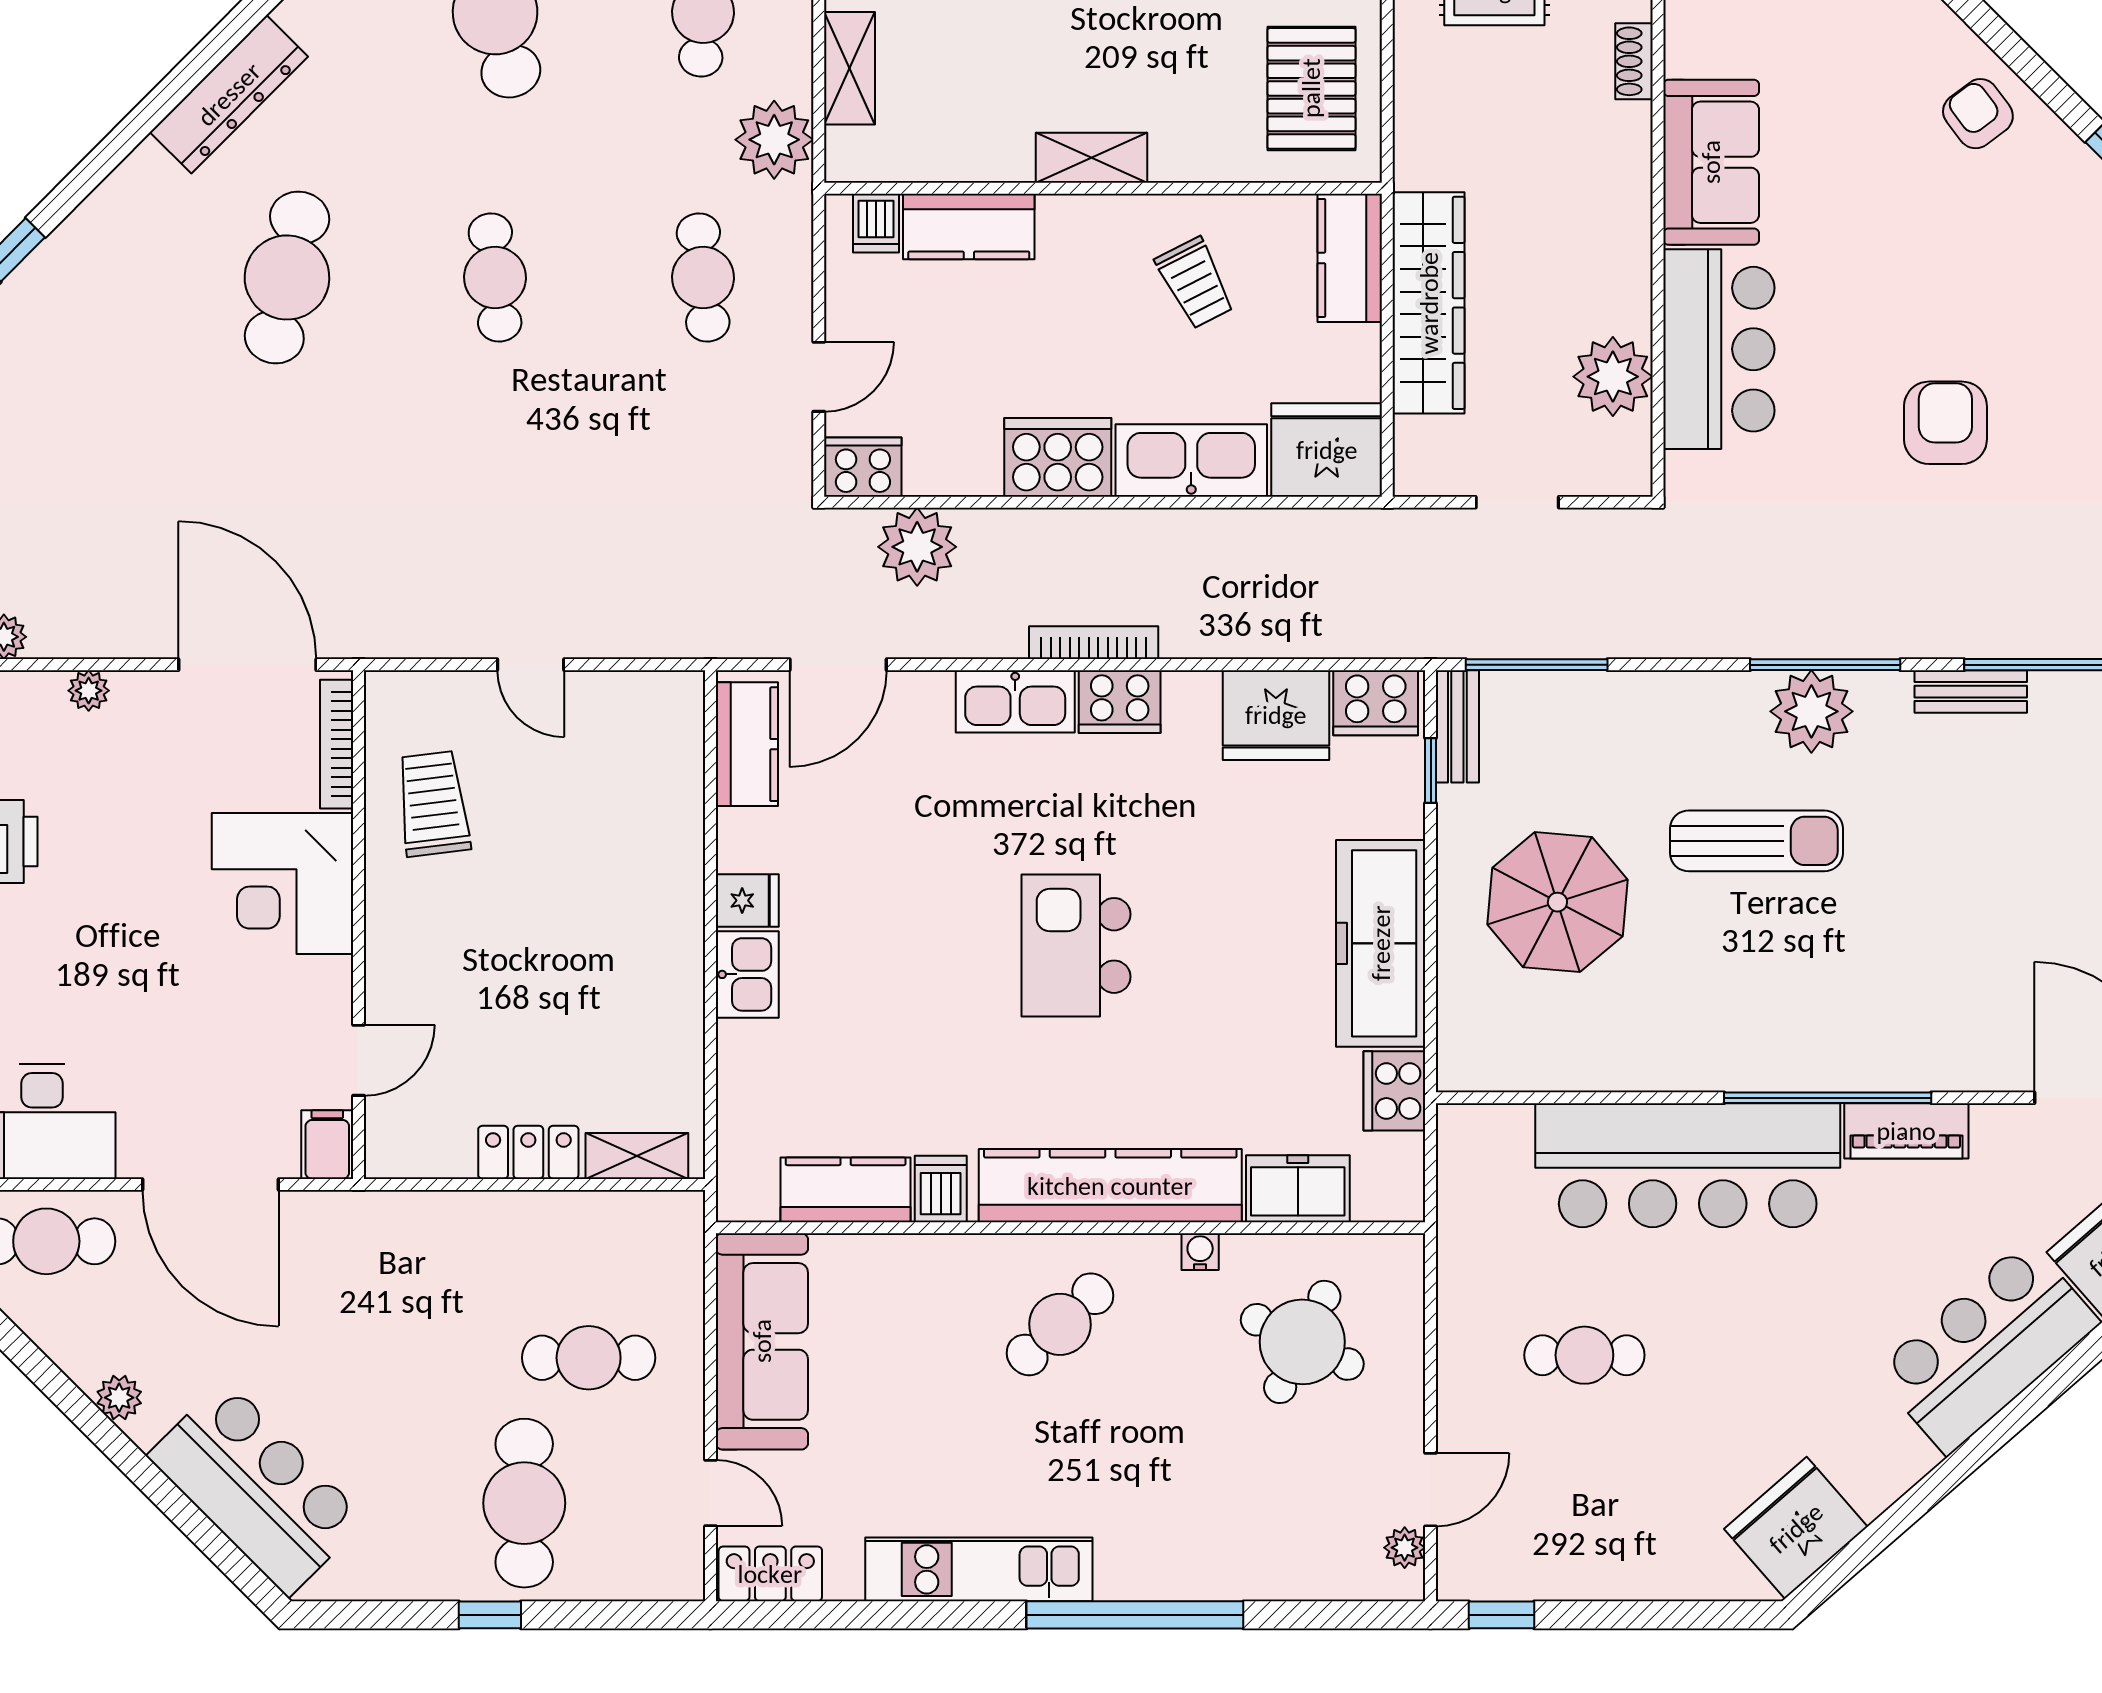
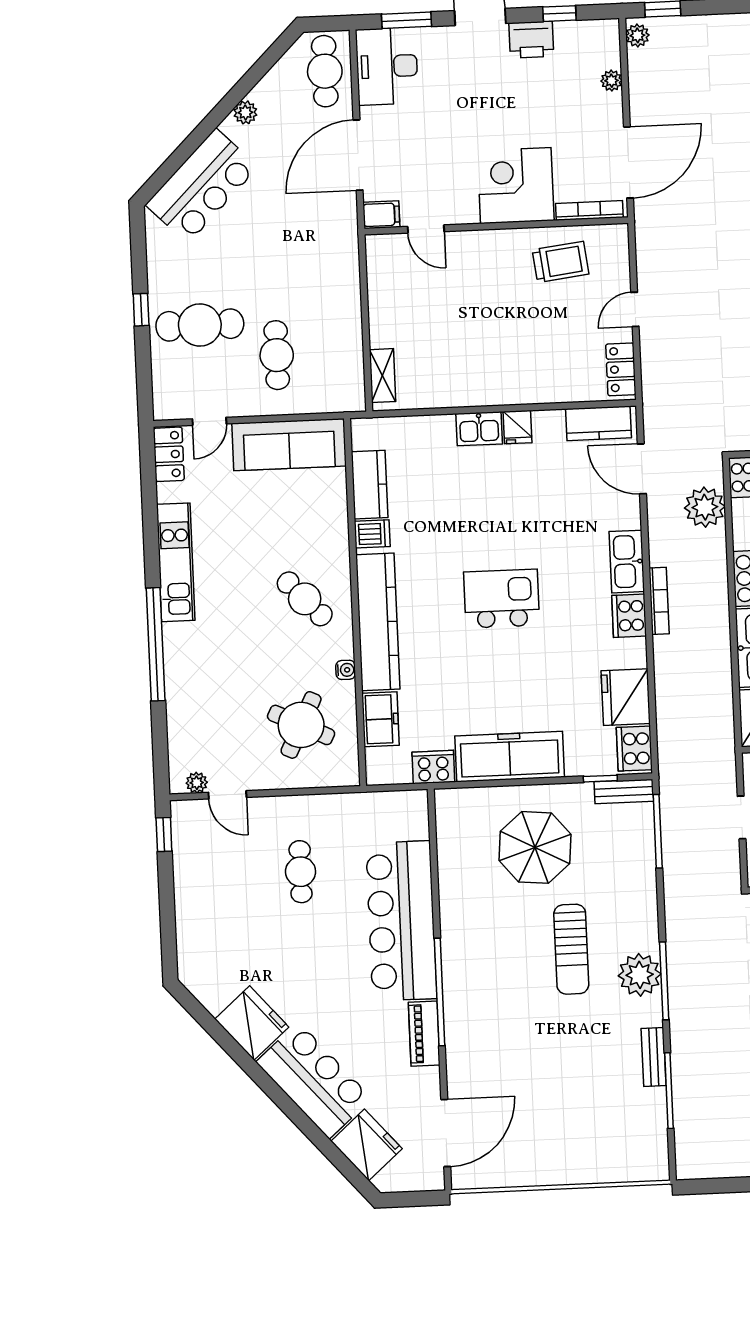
locker: (528, 1152) -> (621, 369), moved, turned 180
fridge: (1796, 1528) -> (252, 1023), moved

